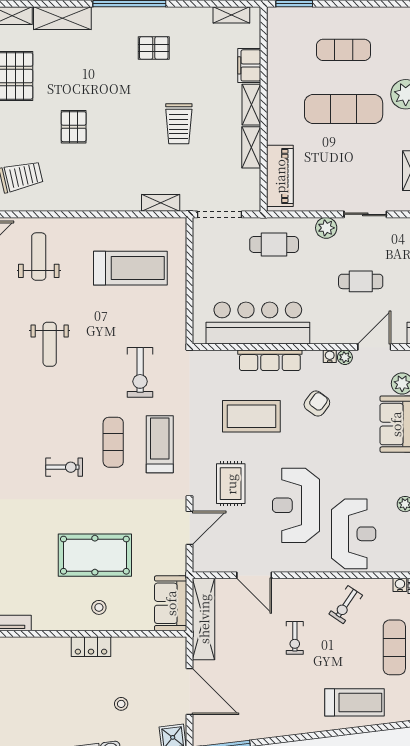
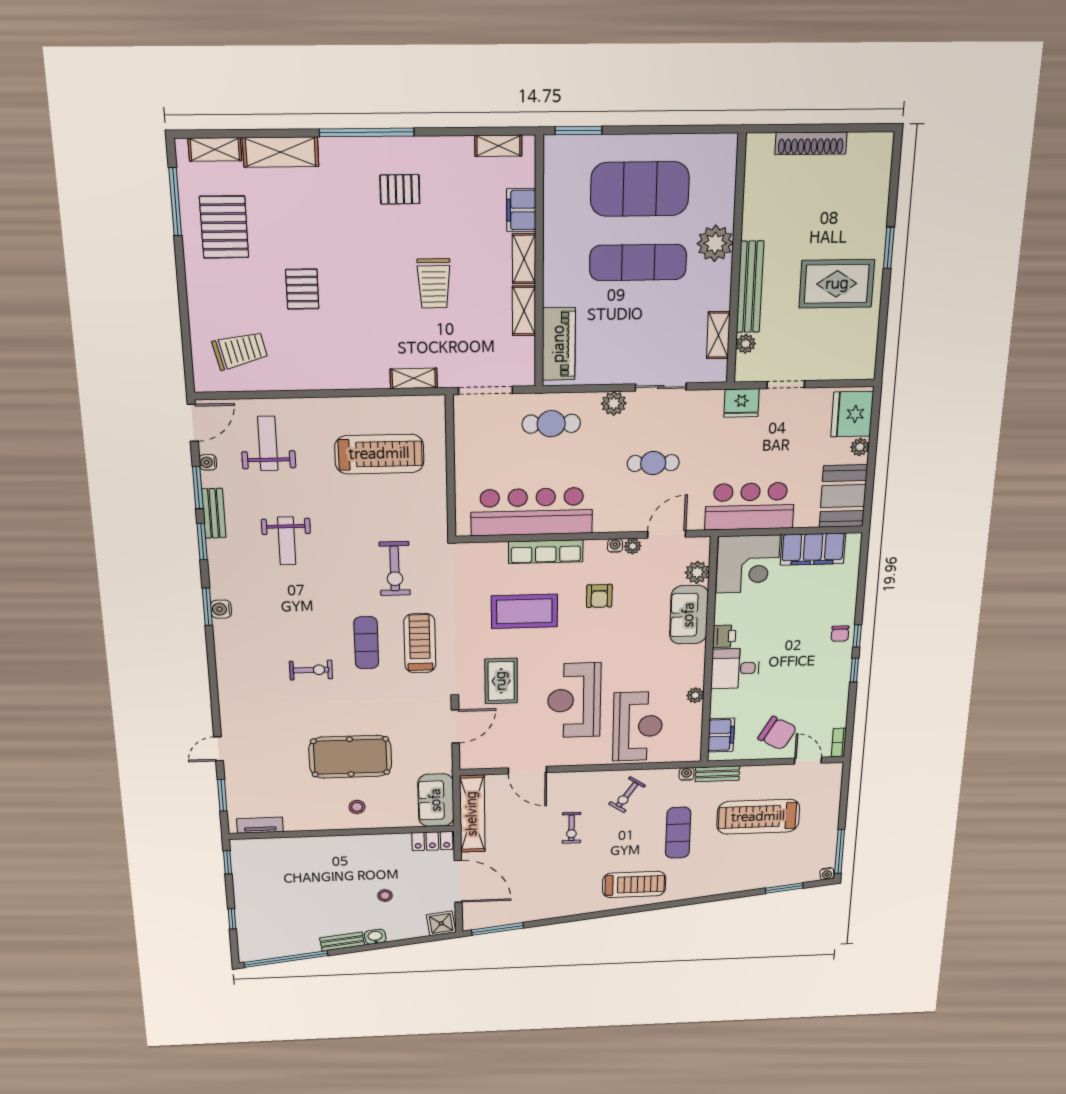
exercise mat: (344, 50) -> (640, 189), width x2.00, depth x1.45
armchair: (317, 404) -> (599, 596), turned 144
locker: (91, 647) -> (432, 841), moved

